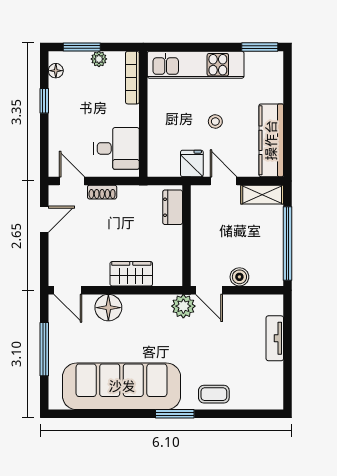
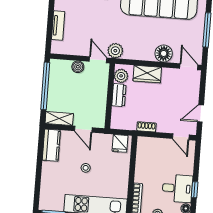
kitchen counter: (271, 140) -> (51, 145), width x0.67
desk: (116, 148) -> (177, 188), moved, turned 180
fridge: (192, 163) -> (120, 143), moved
shoe rack: (102, 192) -> (146, 127), moved
dresser: (173, 207) -> (119, 95), moved
plant: (172, 268) -> (121, 76), added

